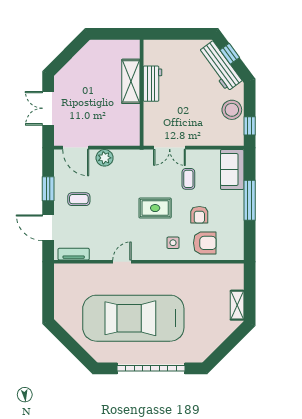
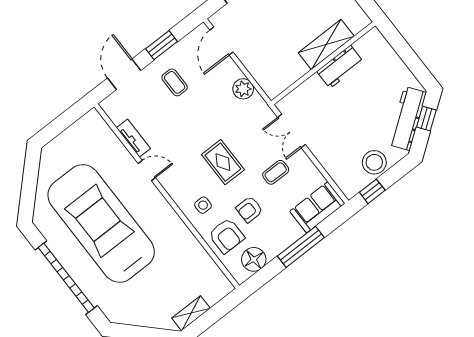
plant: (105, 158) -> (243, 89), moved
floor lamp: (234, 237) -> (254, 259), added
tv unit: (74, 254) -> (133, 138), moved

